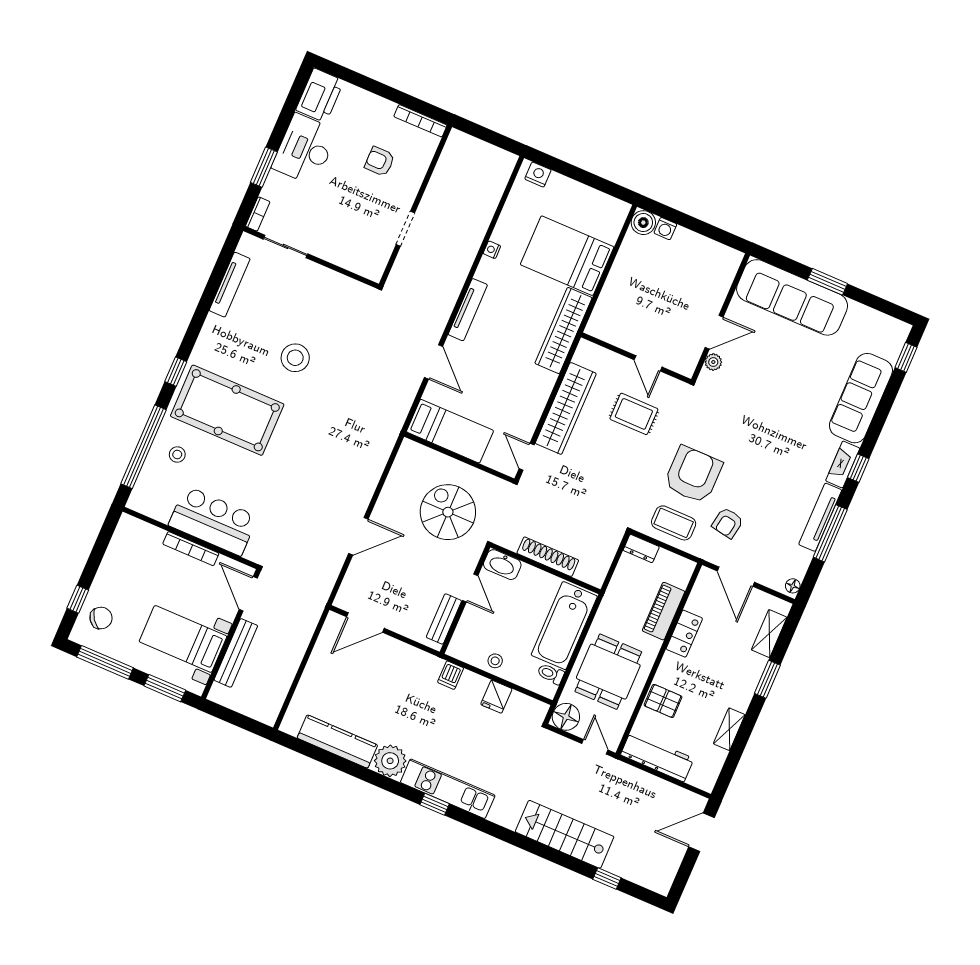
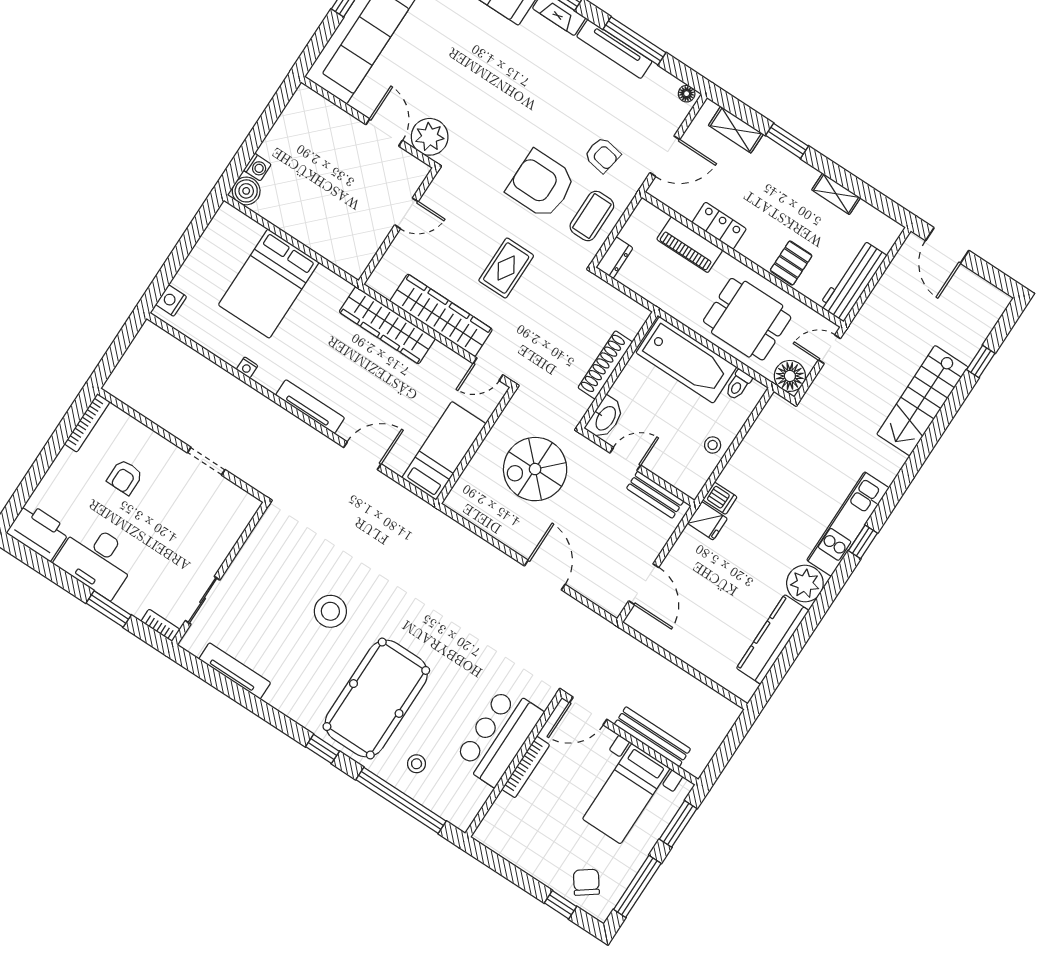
wardrobe: (563, 331) -> (387, 325), moved
plant: (713, 362) -> (430, 137), width x1.88, depth x1.88
rug: (634, 414) -> (506, 268), moved
fridge: (496, 697) -> (707, 521), moved

